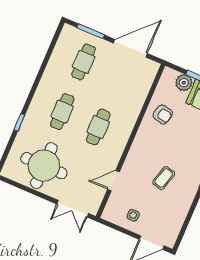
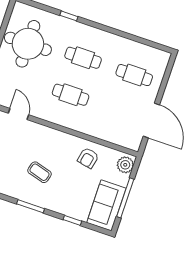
window: (91, 31) -> (165, 80), removed
plant: (184, 83) -> (125, 165), moved
coffee table: (164, 178) -> (40, 172), moved

